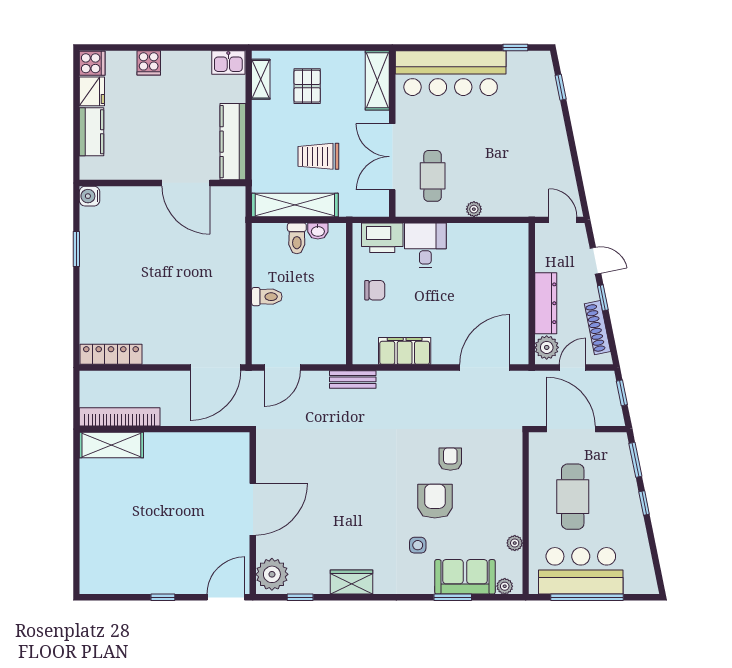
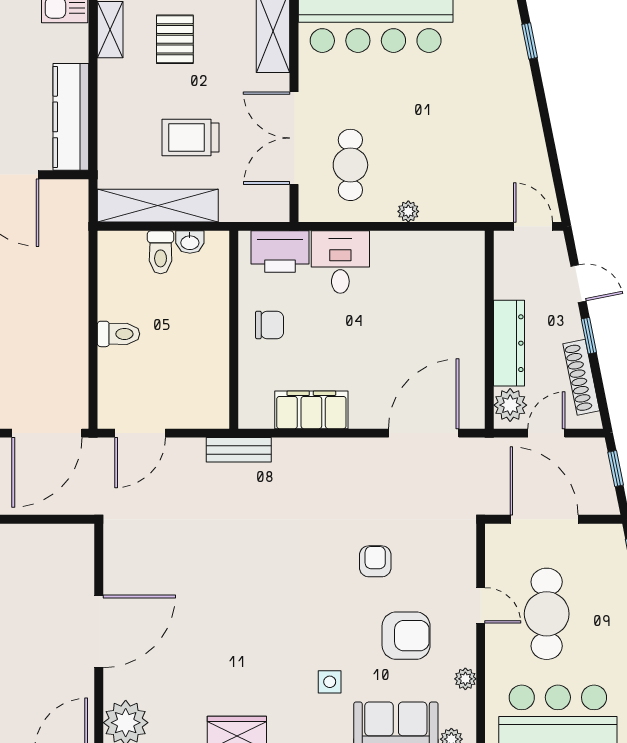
door: (526, 491) -> (481, 605), added
armchair: (435, 501) -> (406, 636), moved, turned 90

